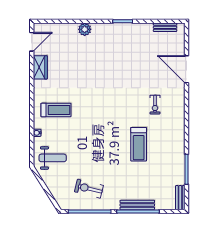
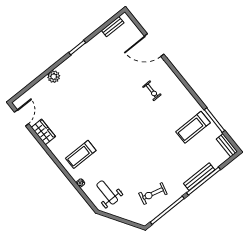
treadmill: (56, 110) -> (81, 154), turned 180
treadmill: (139, 144) -> (193, 127), moved, turned 90
weight bench: (53, 158) -> (107, 192), turned -90

